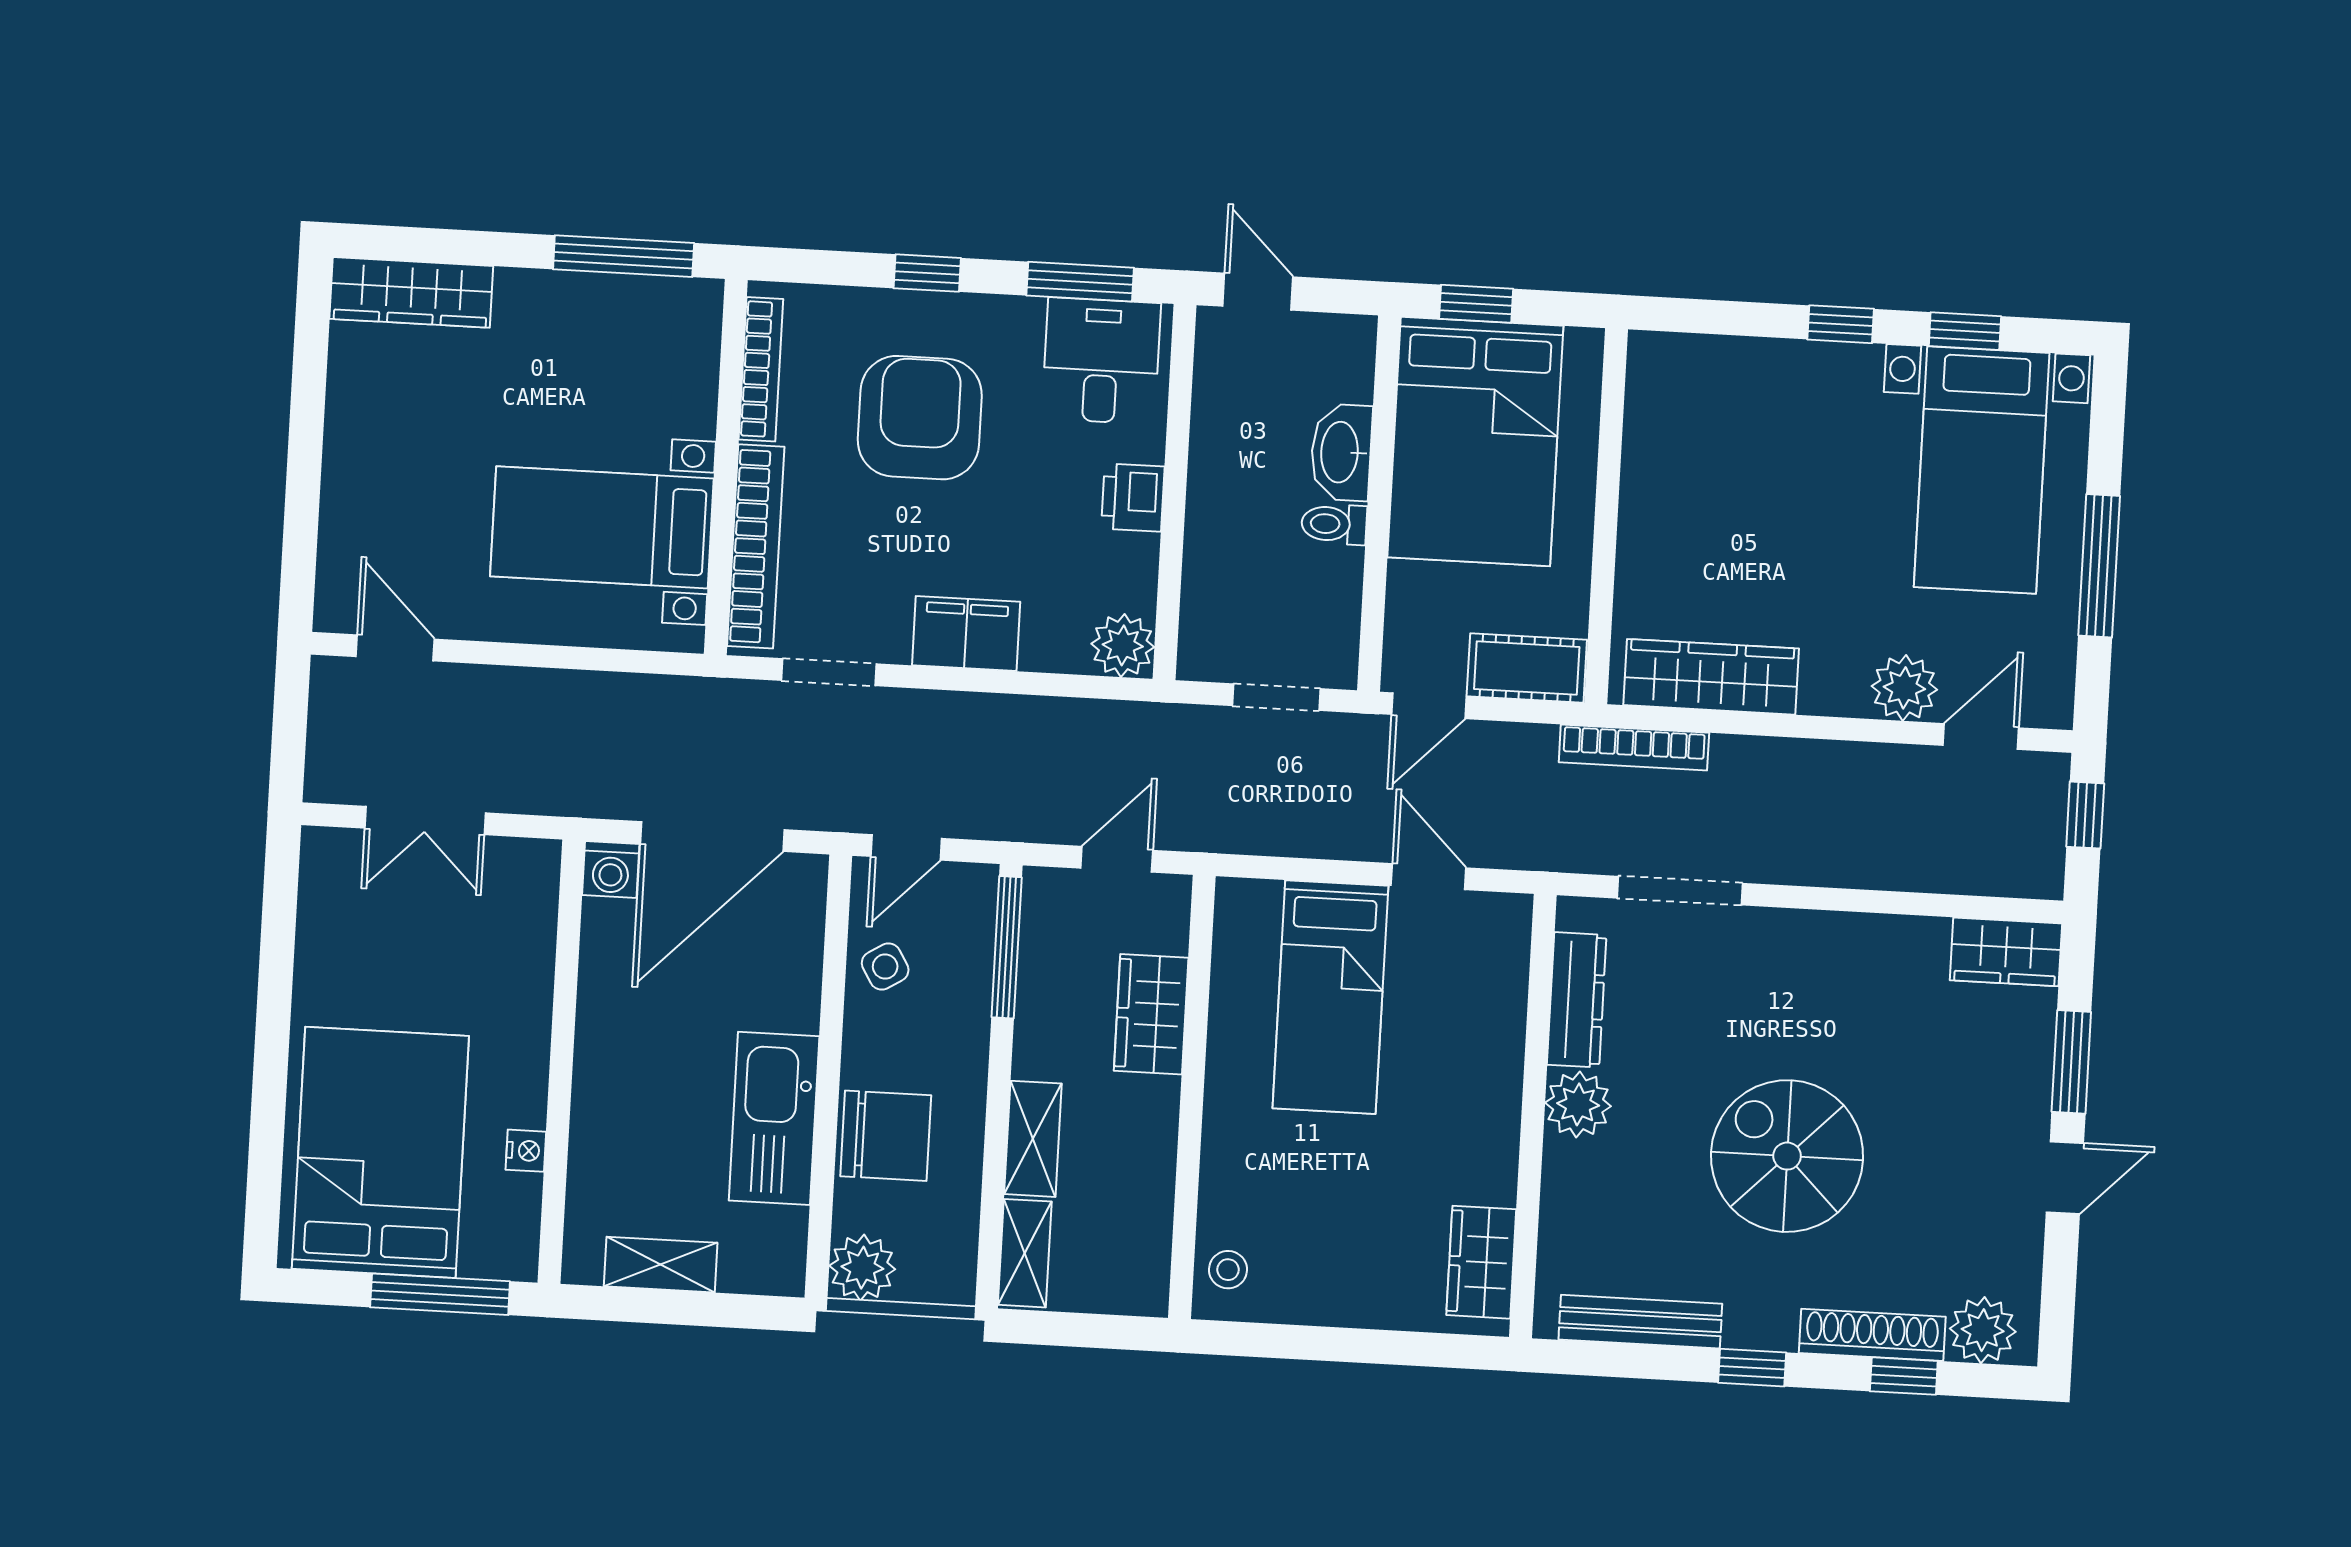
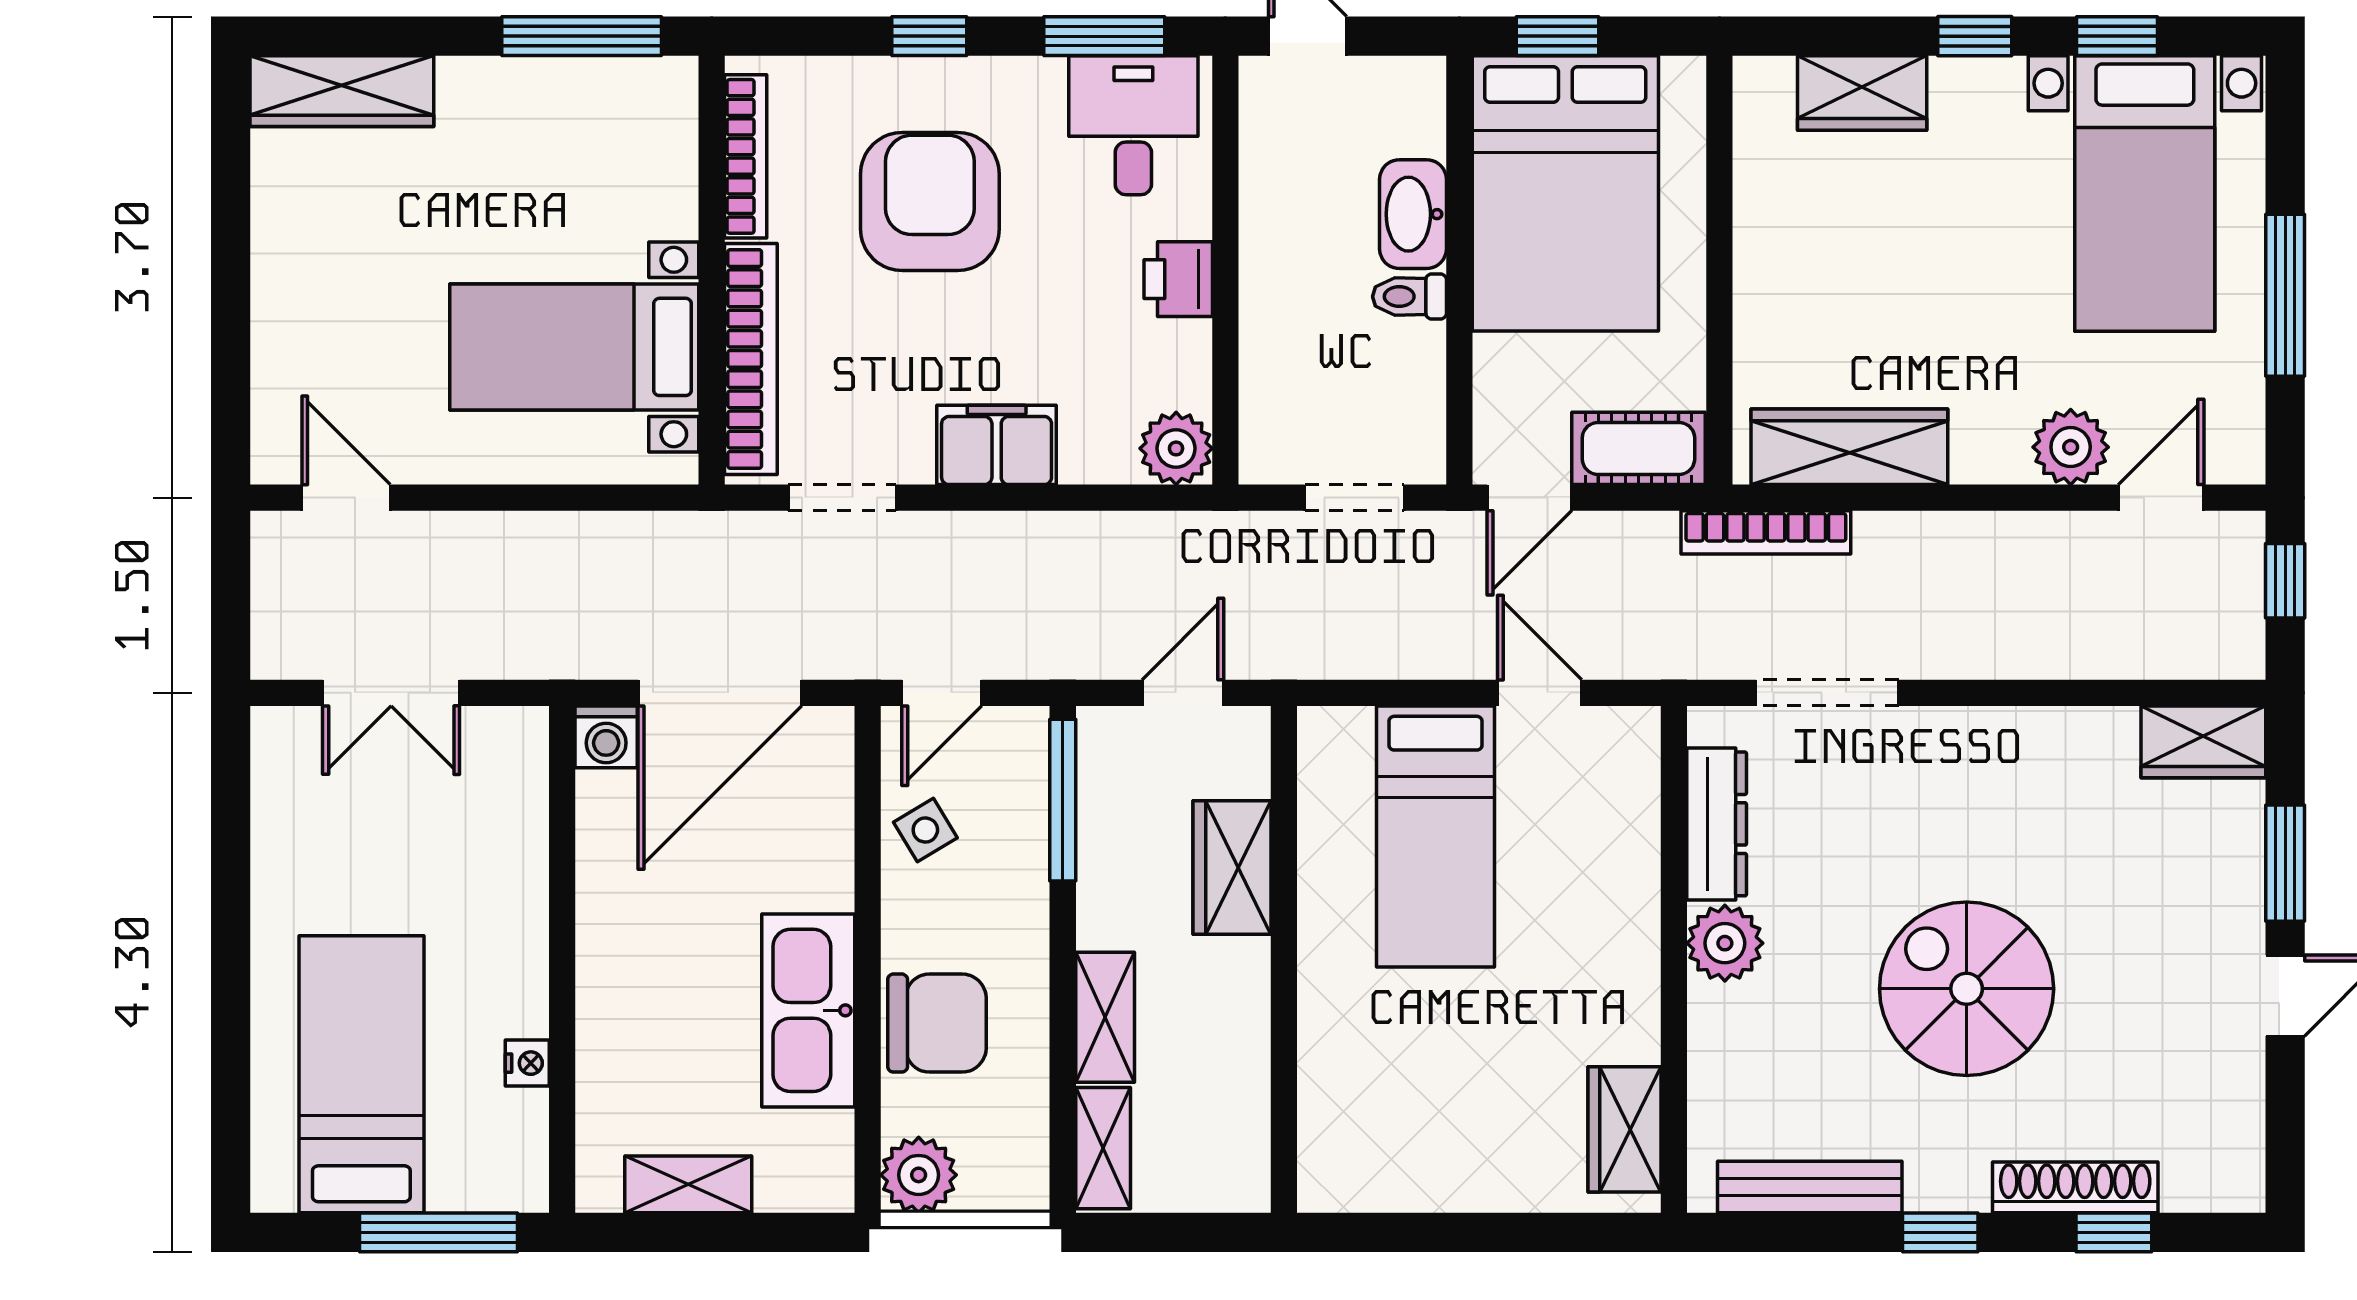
wardrobe: (1739, 368) -> (1862, 93), added
bed: (380, 1152) -> (361, 1074), width x0.67
stool: (1228, 1270) -> (1336, 1154), removed
plant: (1983, 1330) -> (2201, 1175), removed

